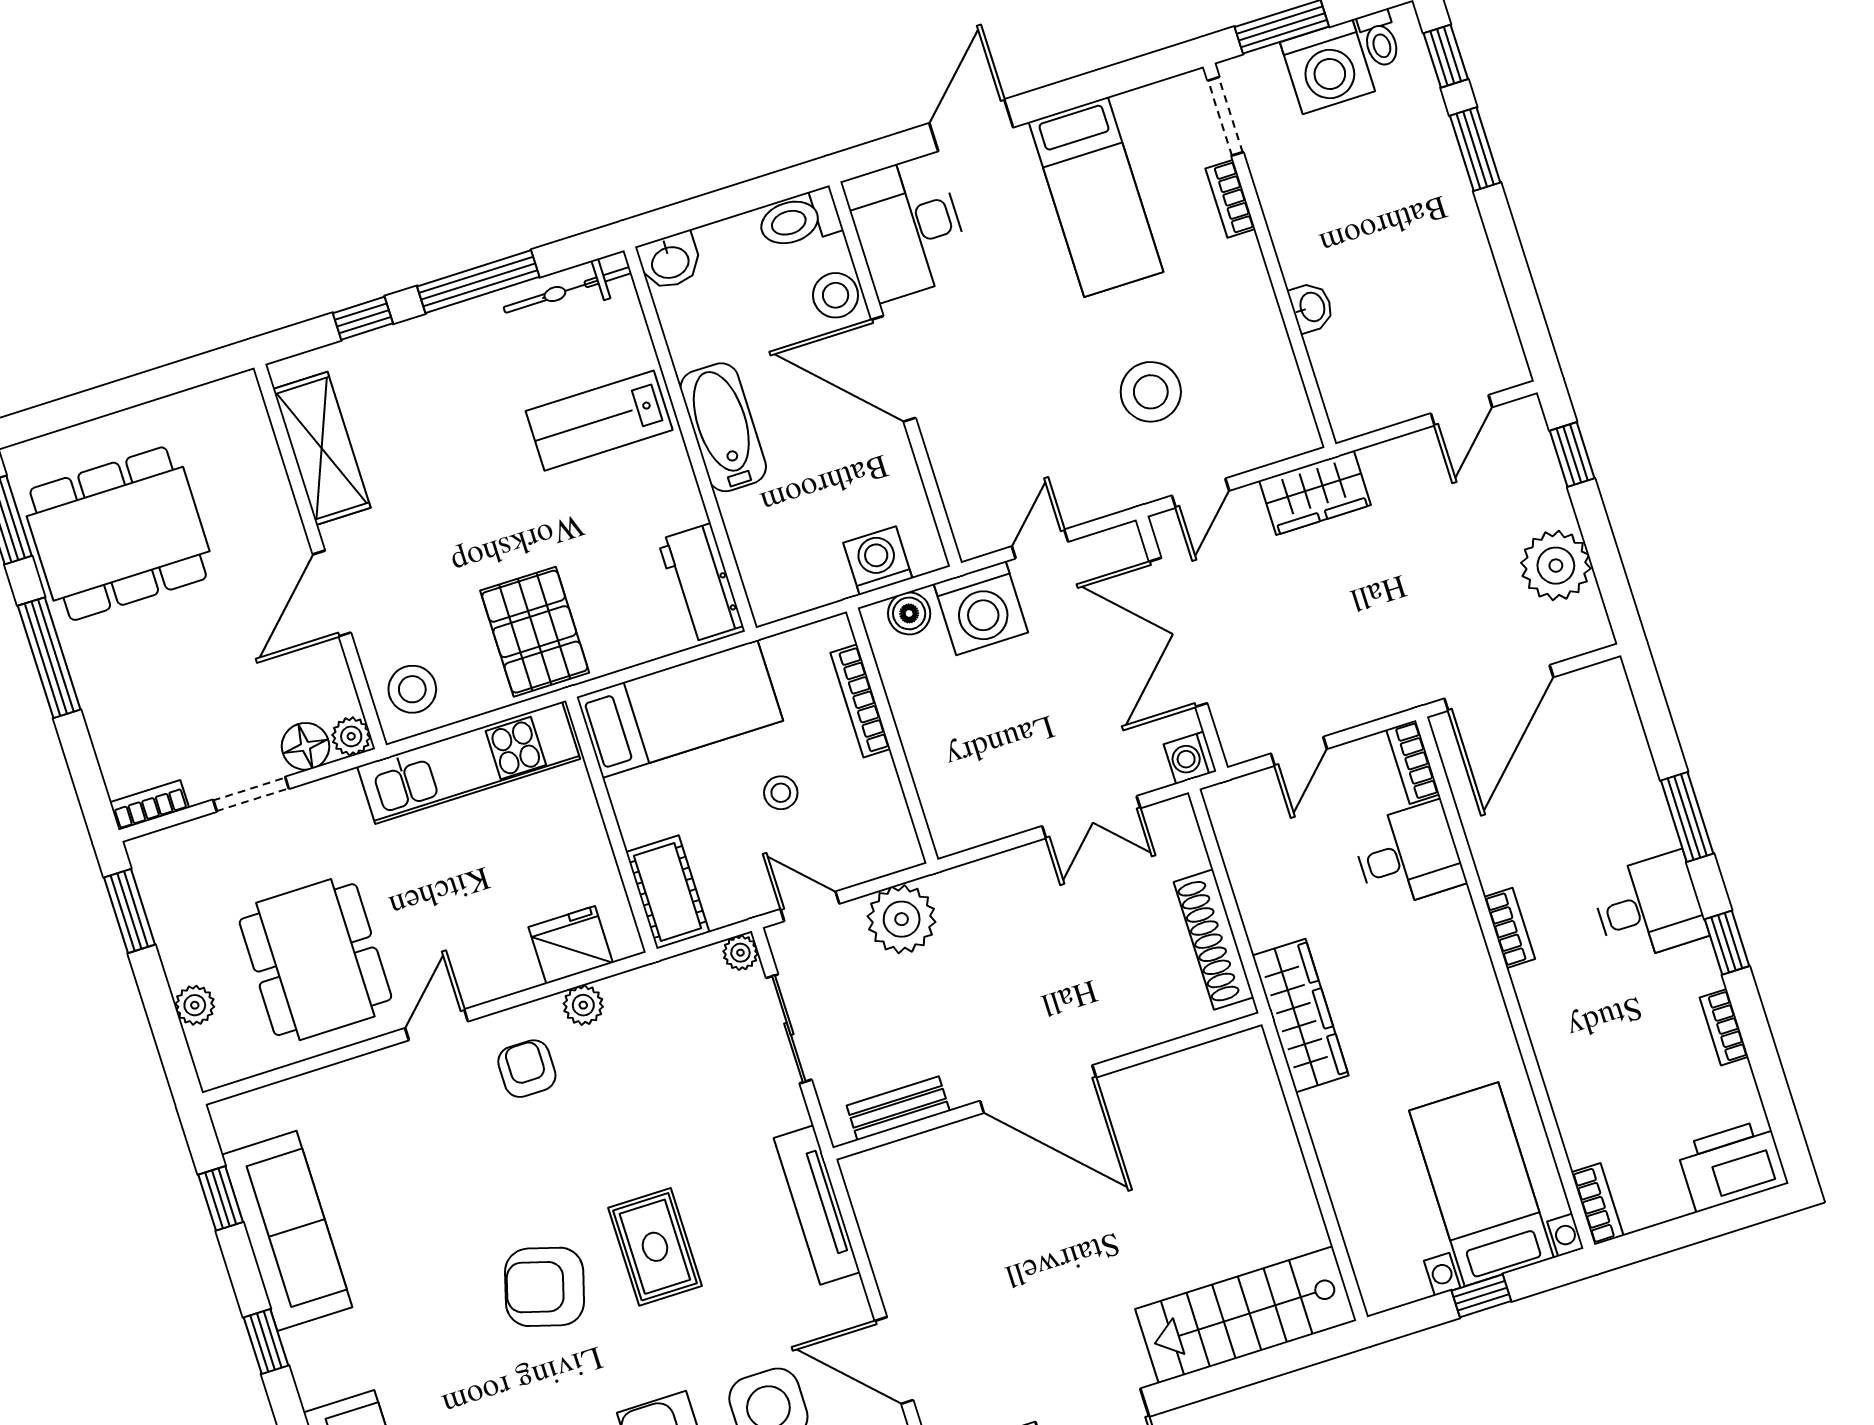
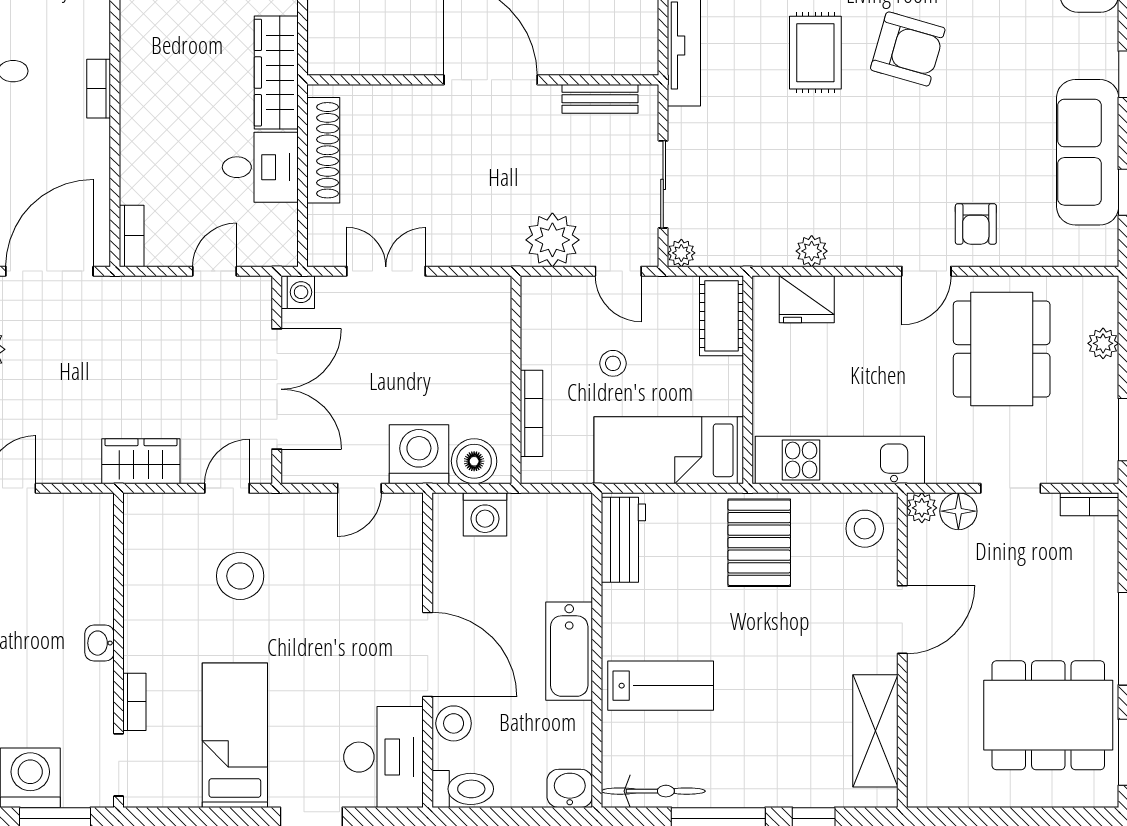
washbasin: (1311, 307) -> (100, 643), moved
boiler: (909, 613) -> (474, 461), width x1.36, depth x1.36
desk: (1408, 855) -> (260, 167), moved, turned 180
armchair: (527, 1069) -> (976, 224), moved

